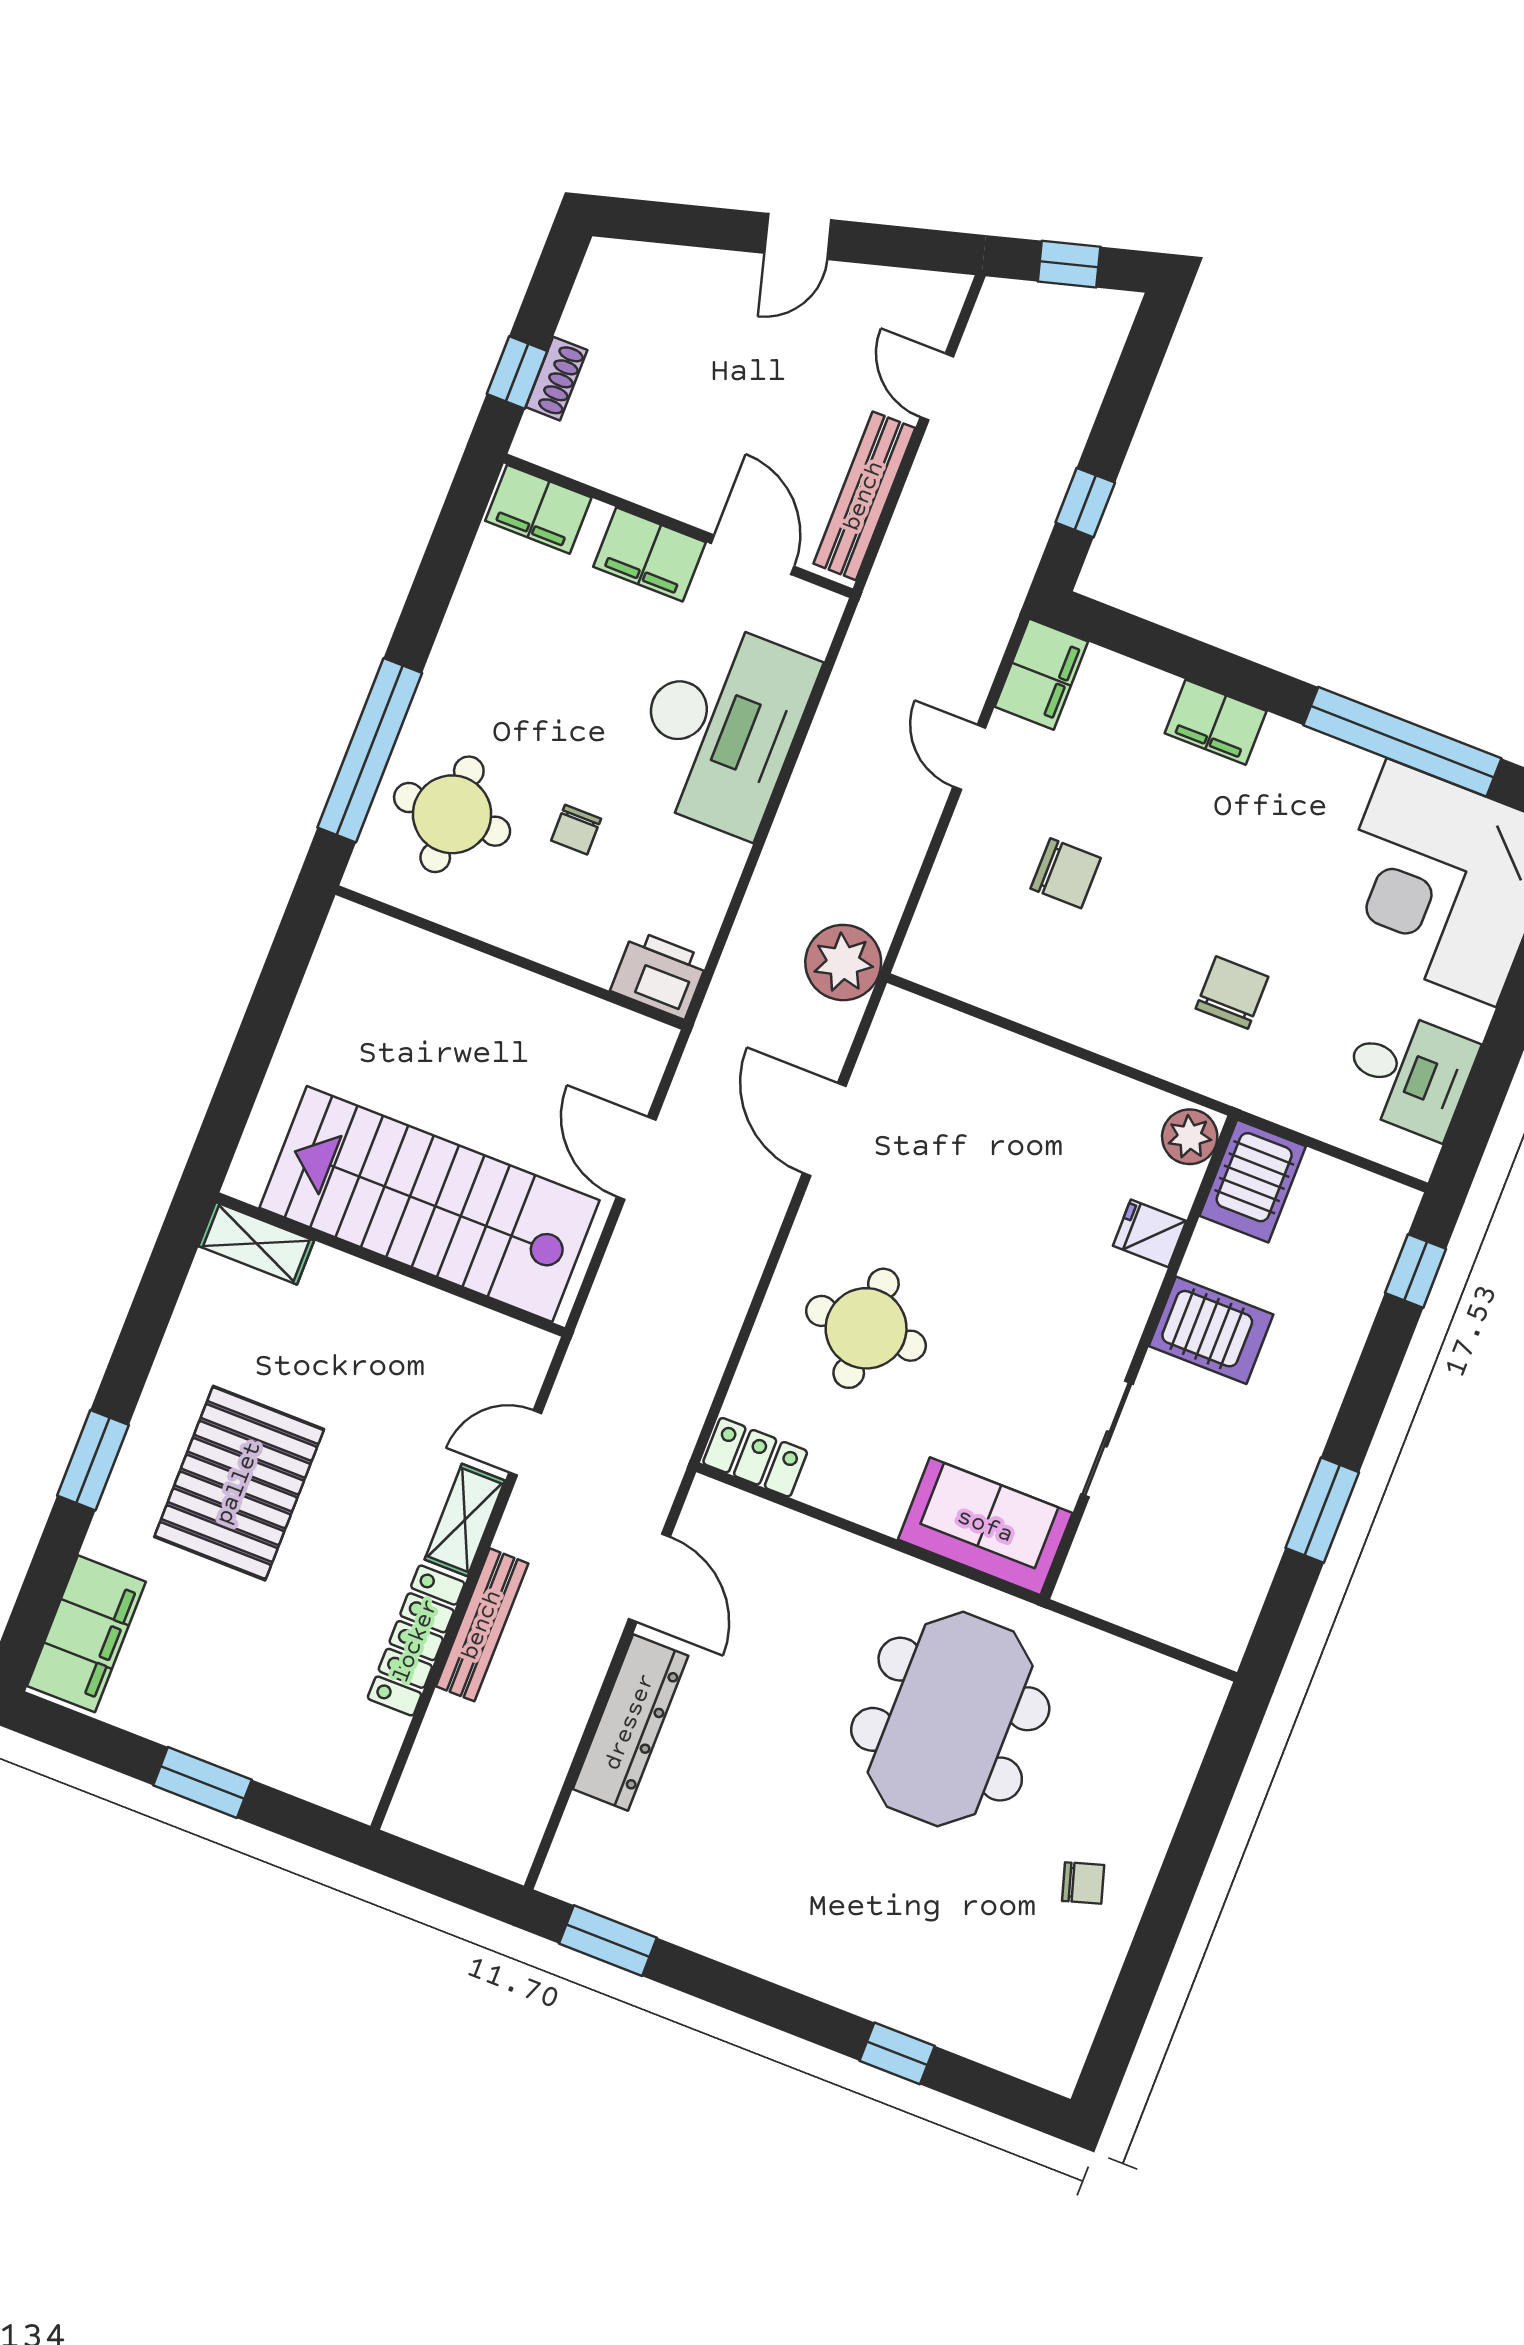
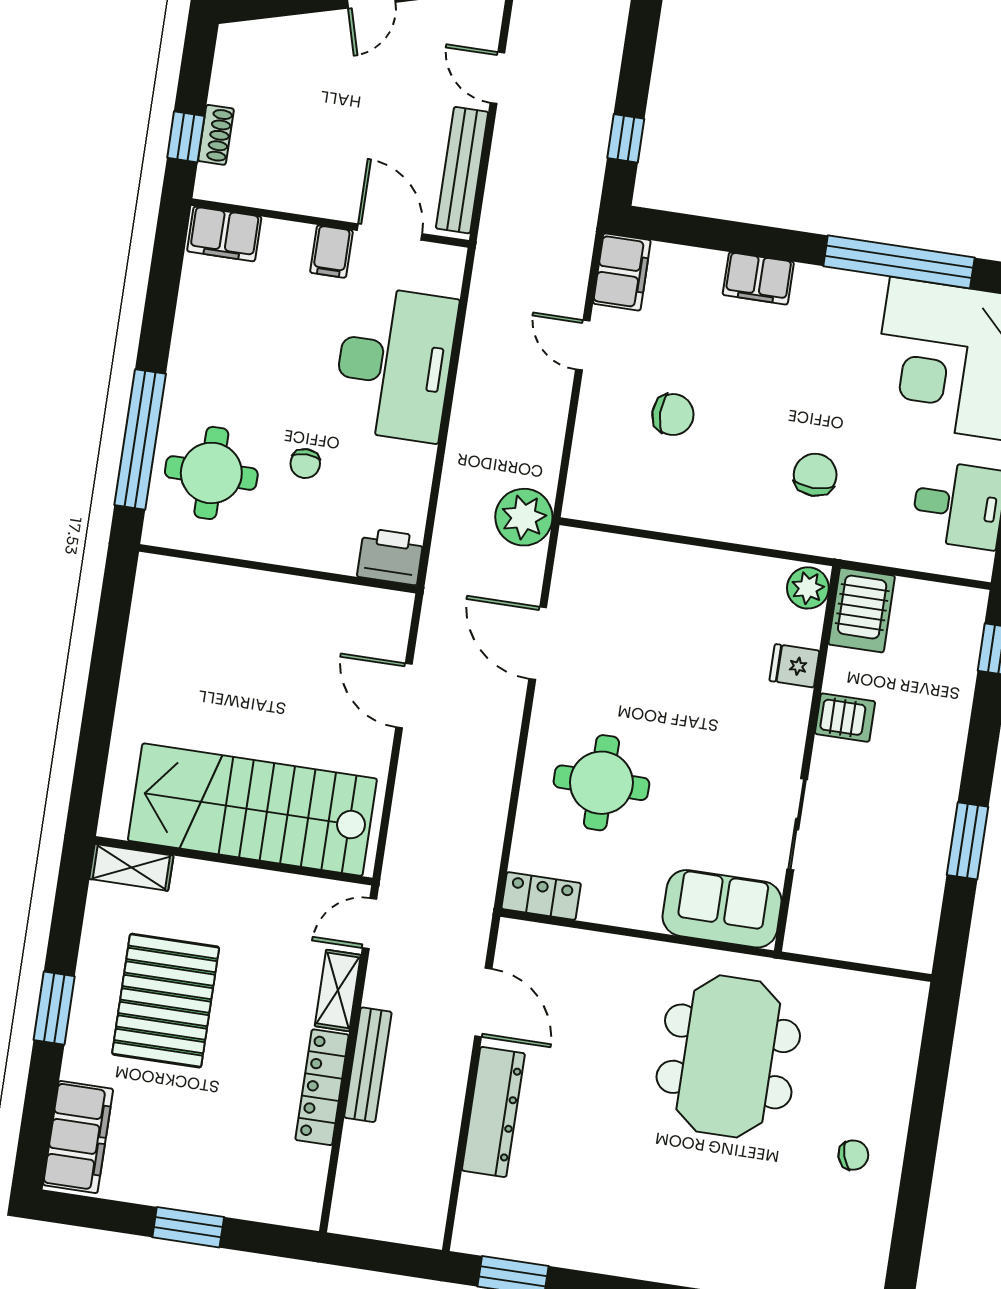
filing cabinet: (649, 554) -> (331, 252), width x0.50
stairs: (430, 1204) -> (252, 810), moved
shelving: (256, 1243) -> (131, 867), moved
wall: (390, 1264) -> (234, 861), moved
server rack: (1211, 1330) -> (845, 718), width x0.73, depth x0.70

